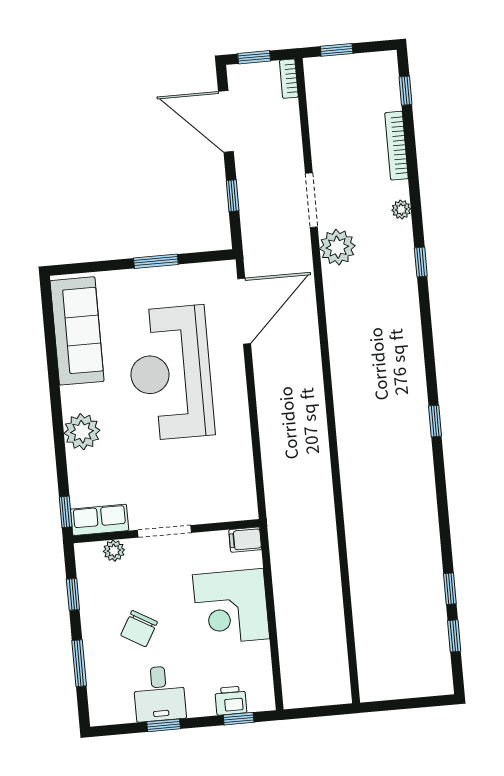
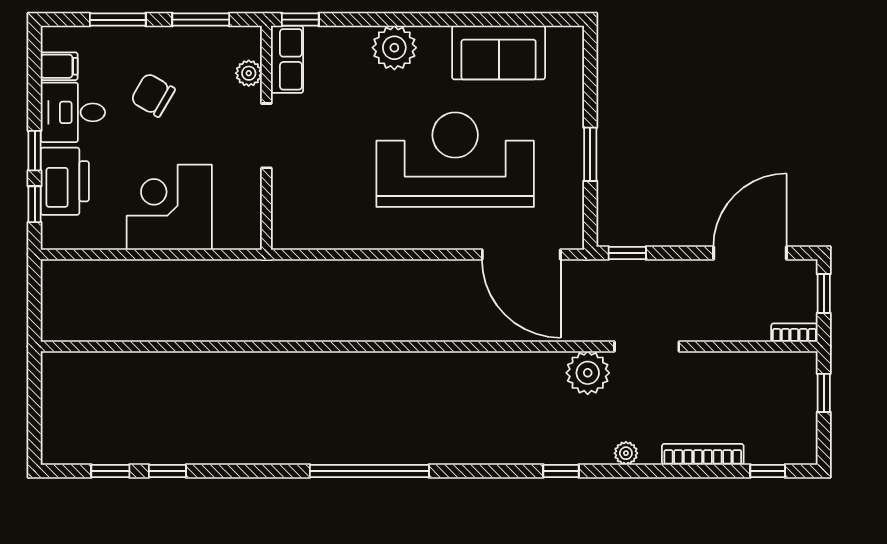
window: (233, 196) -> (627, 253), moved
sofa: (77, 331) -> (499, 53), width x0.73
window: (435, 421) -> (369, 471), width x3.17
filing cabinet: (245, 540) -> (59, 66), moved, turned 90
window: (73, 594) -> (201, 20), width x1.50
printer: (231, 701) -> (65, 181), width x1.87, depth x1.48
window: (164, 725) -> (35, 151), moved

